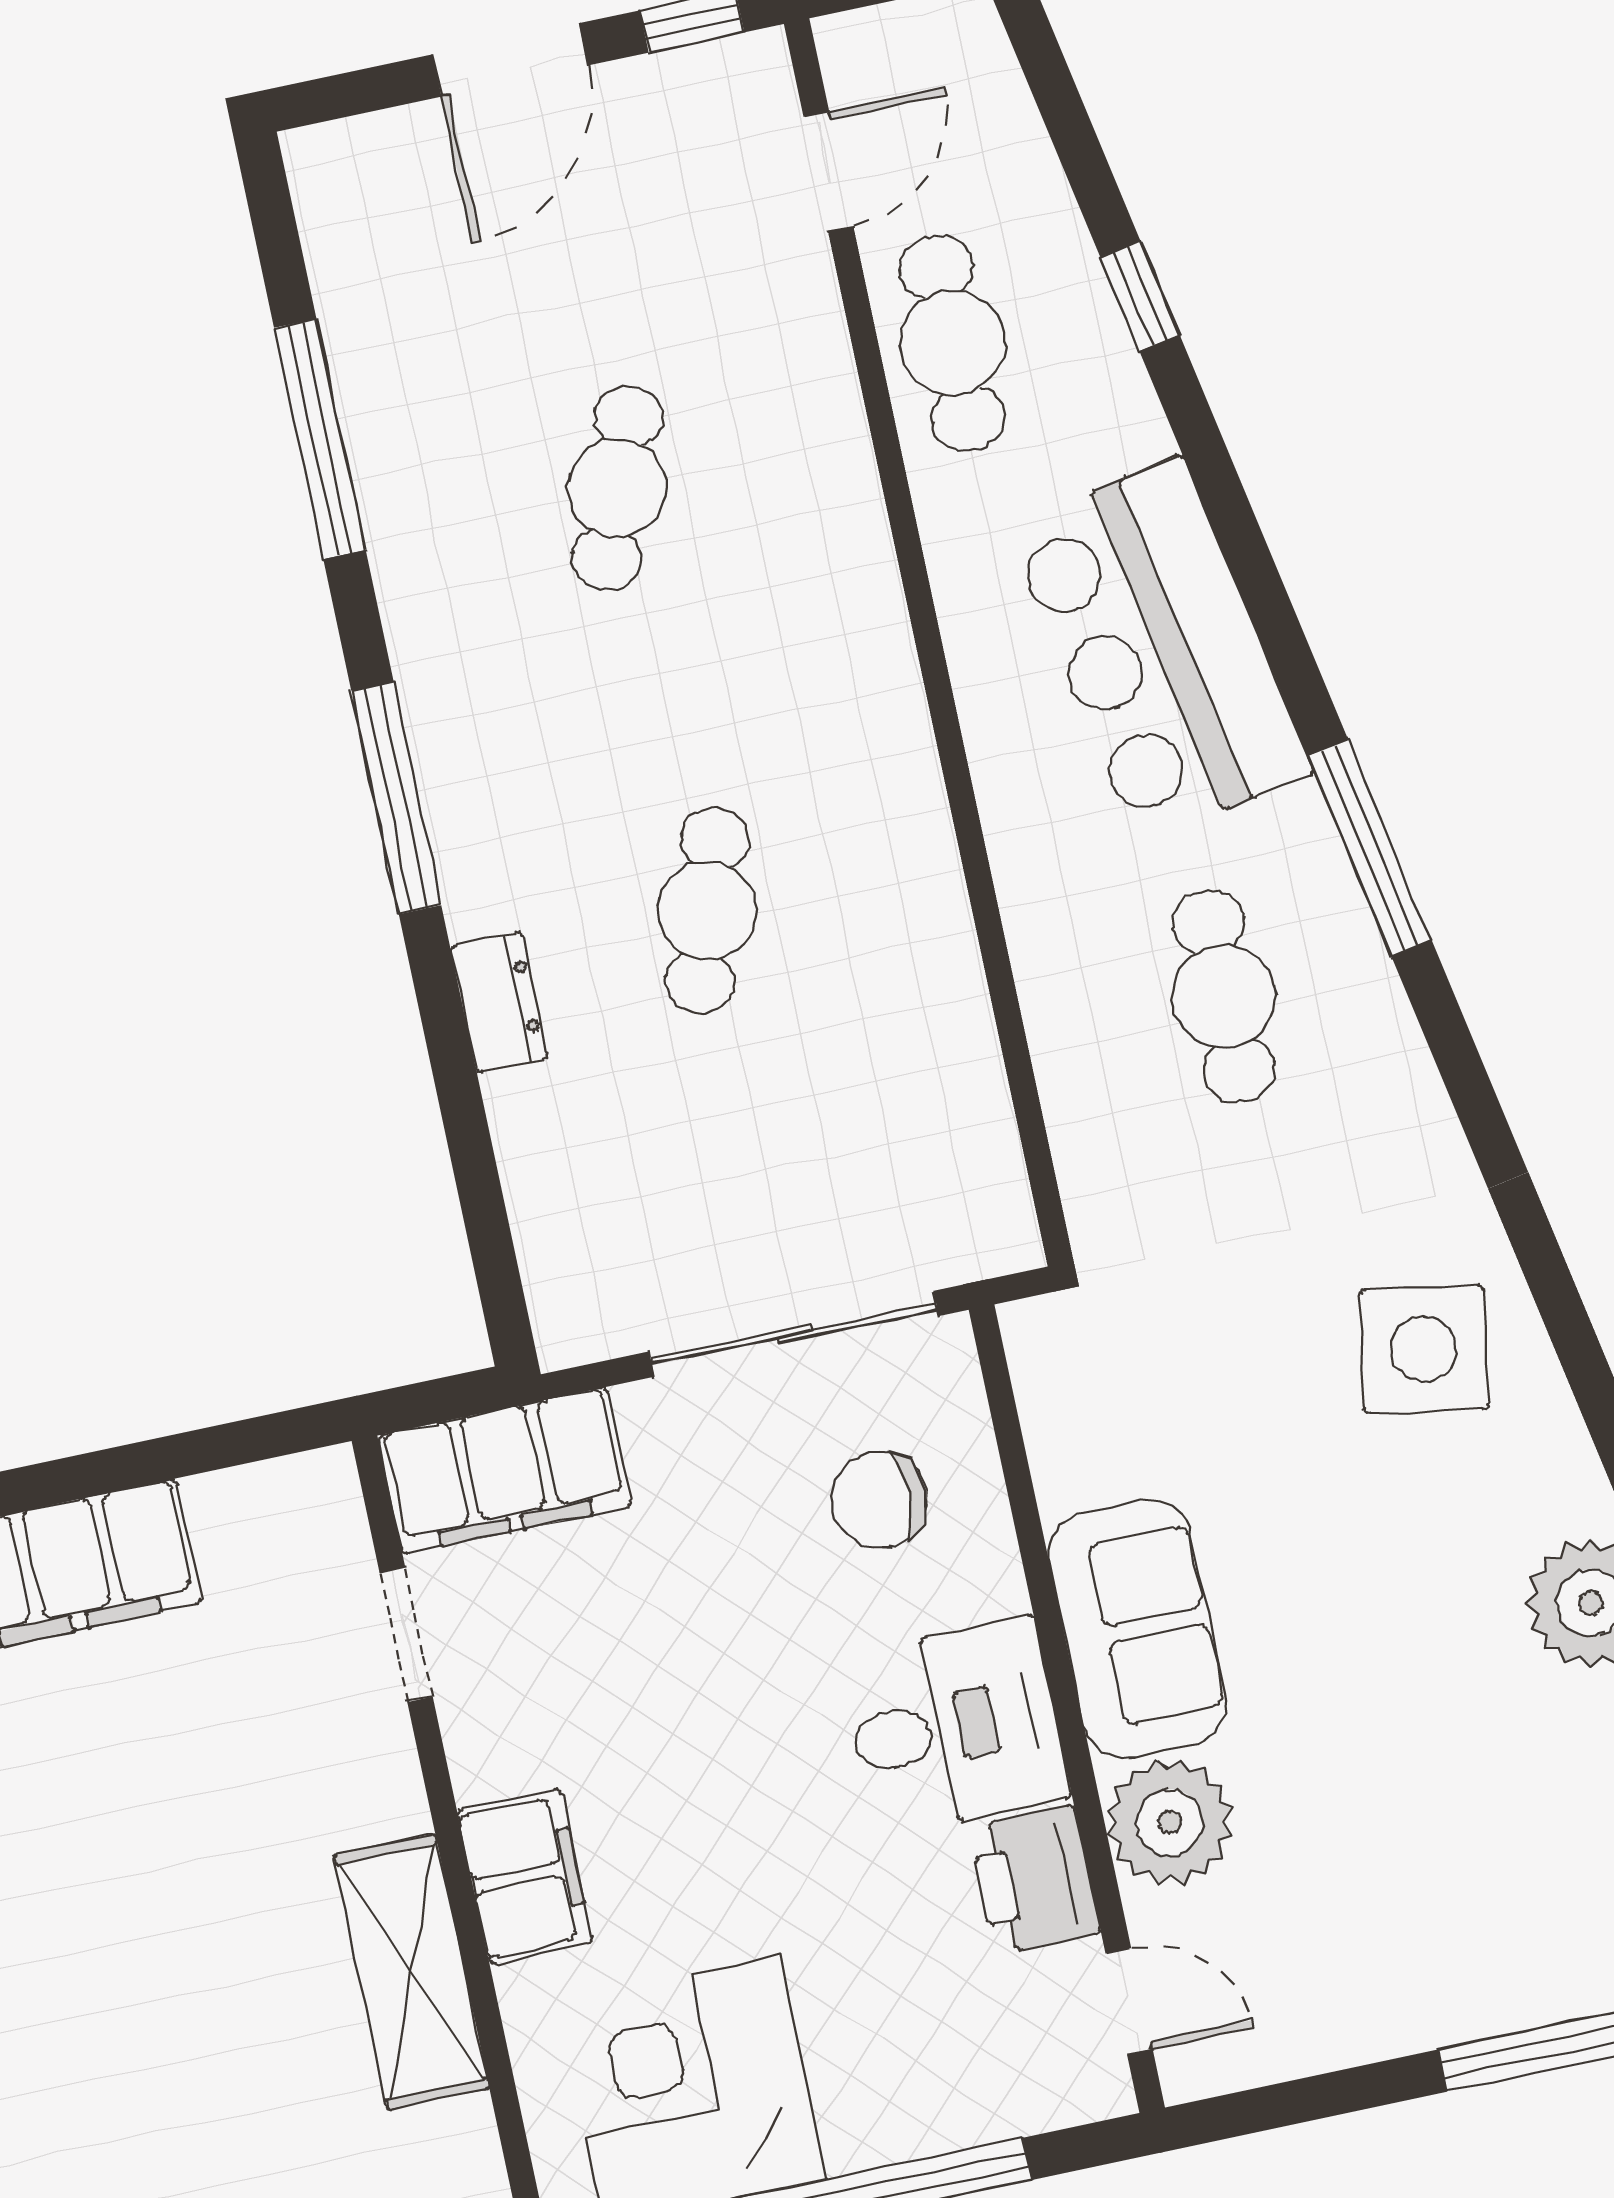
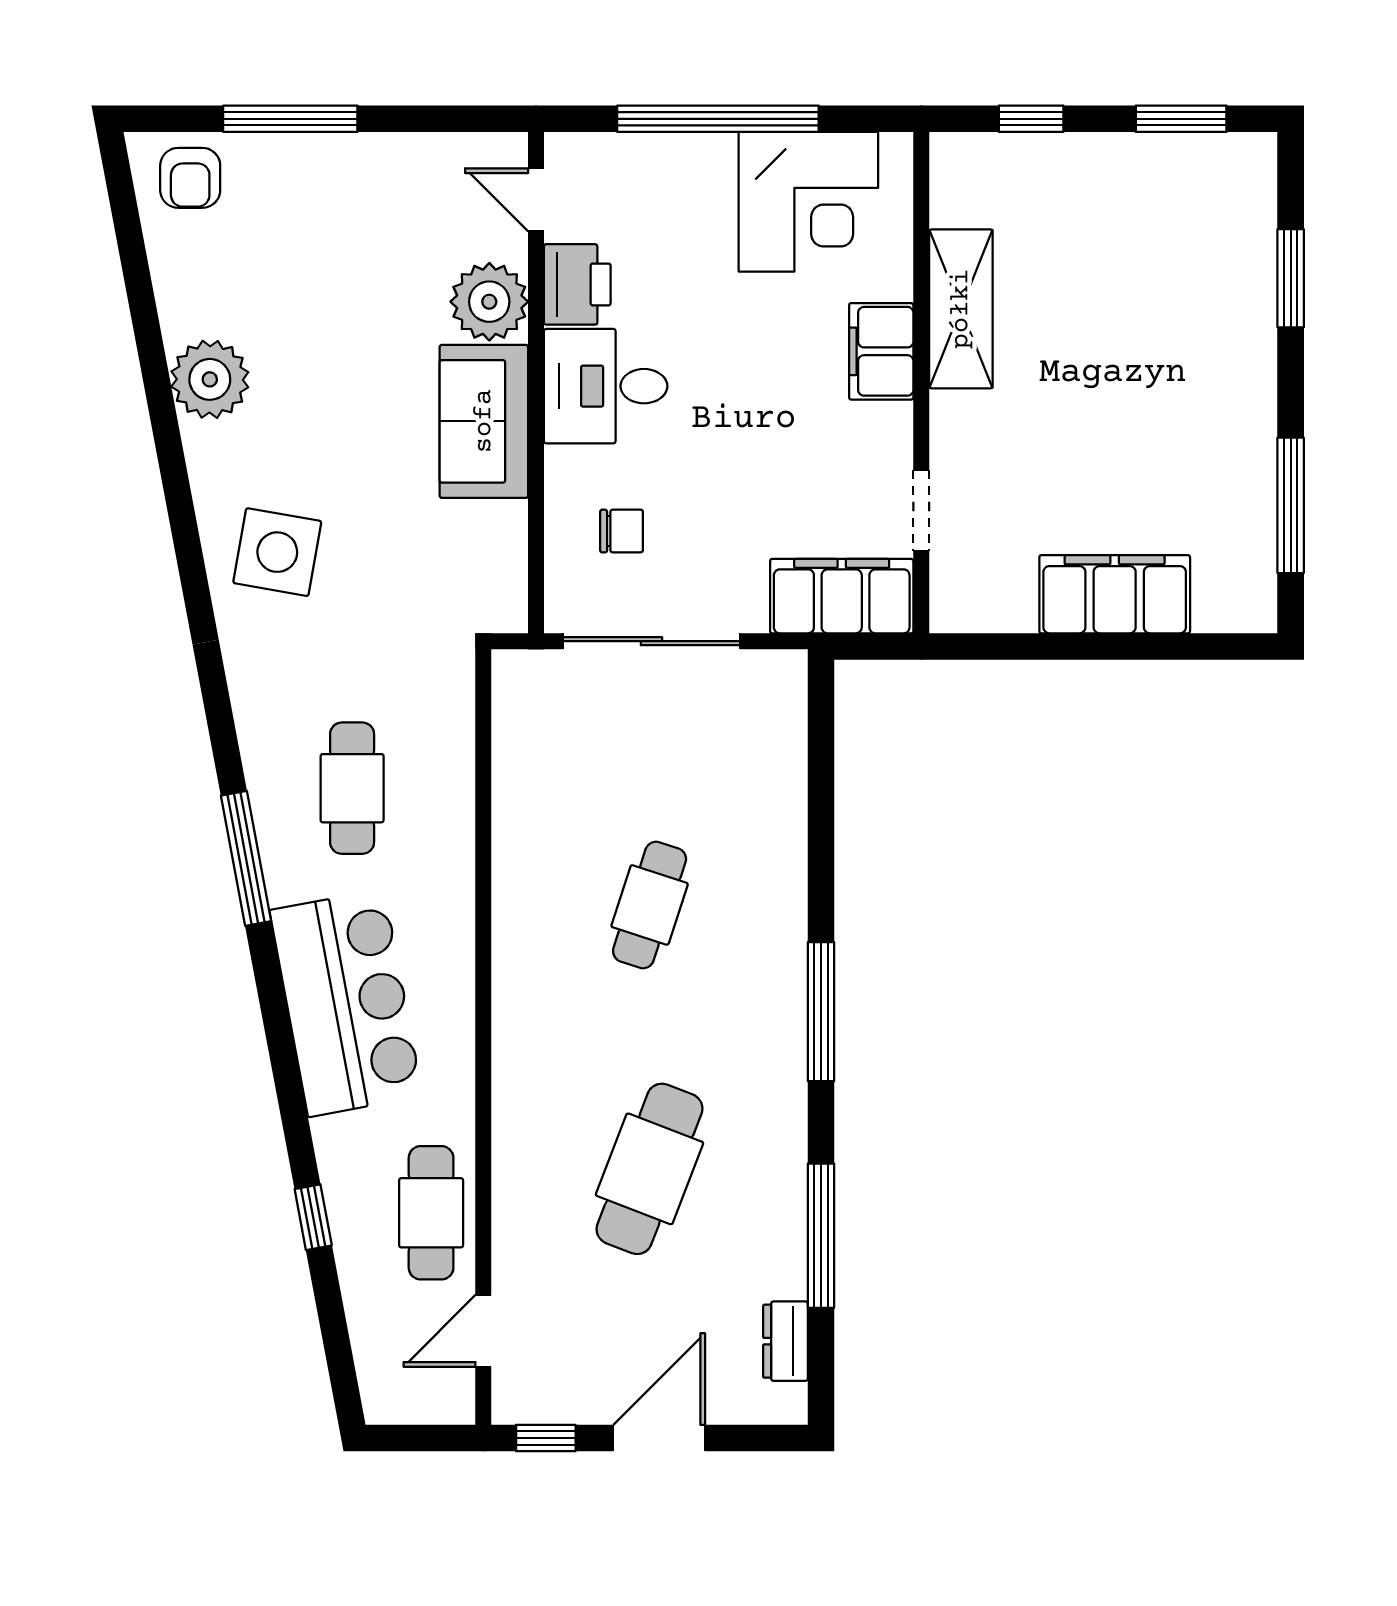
cafe table: (617, 488) -> (650, 1169), width x1.37, depth x1.35
dresser: (499, 1002) -> (786, 1341), moved
chair: (879, 1500) -> (622, 531), width x0.73, depth x0.73

